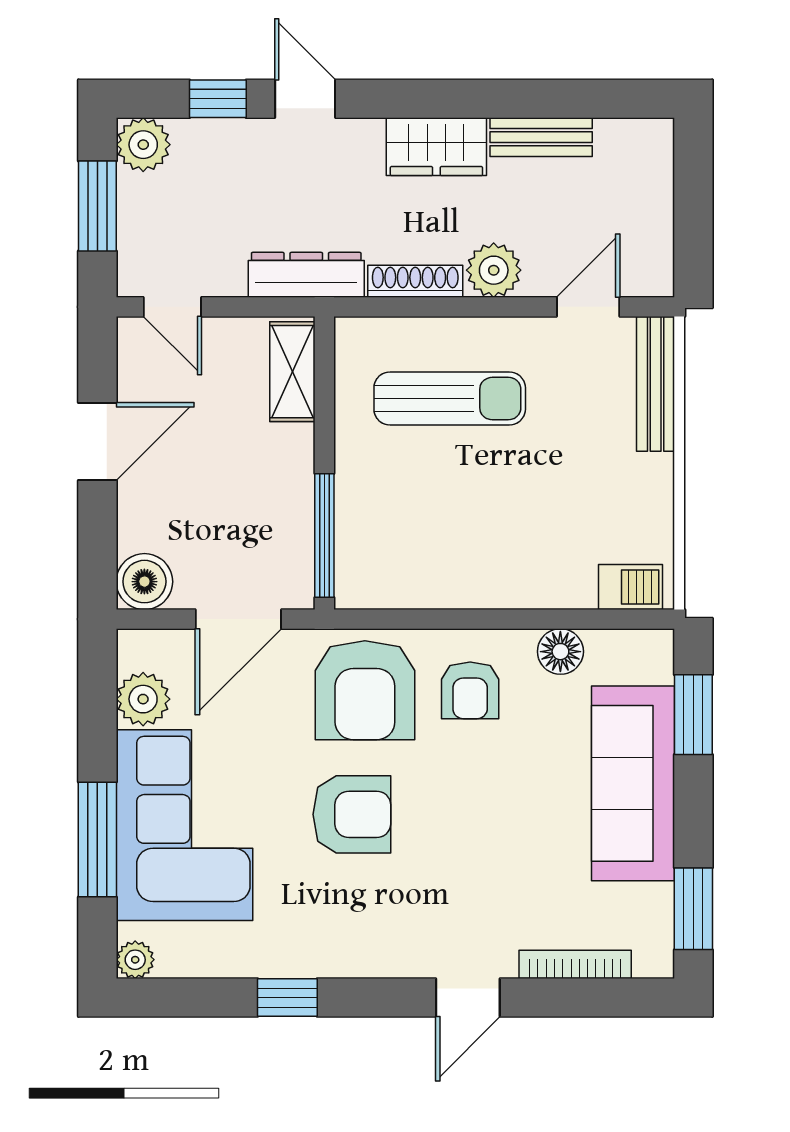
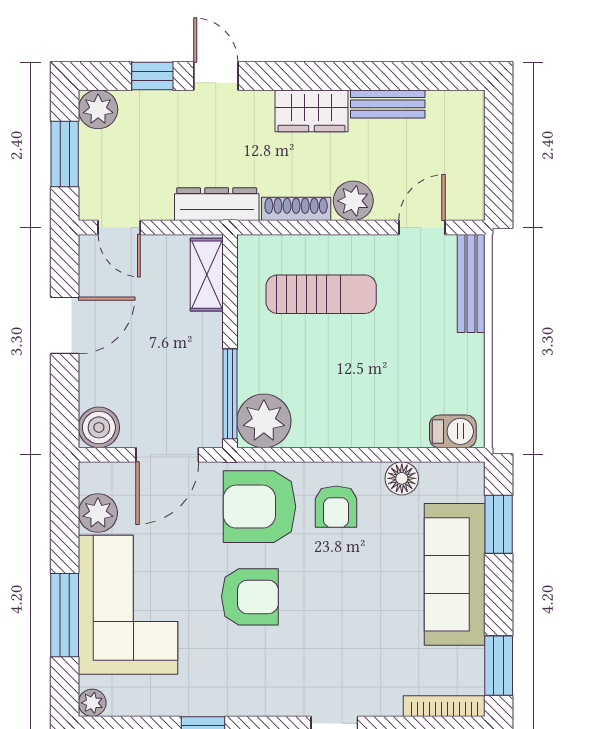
plant: (371, 573) -> (264, 421), added
armchair: (365, 690) -> (259, 507), turned 90
bookcase: (575, 964) -> (444, 706), moved

